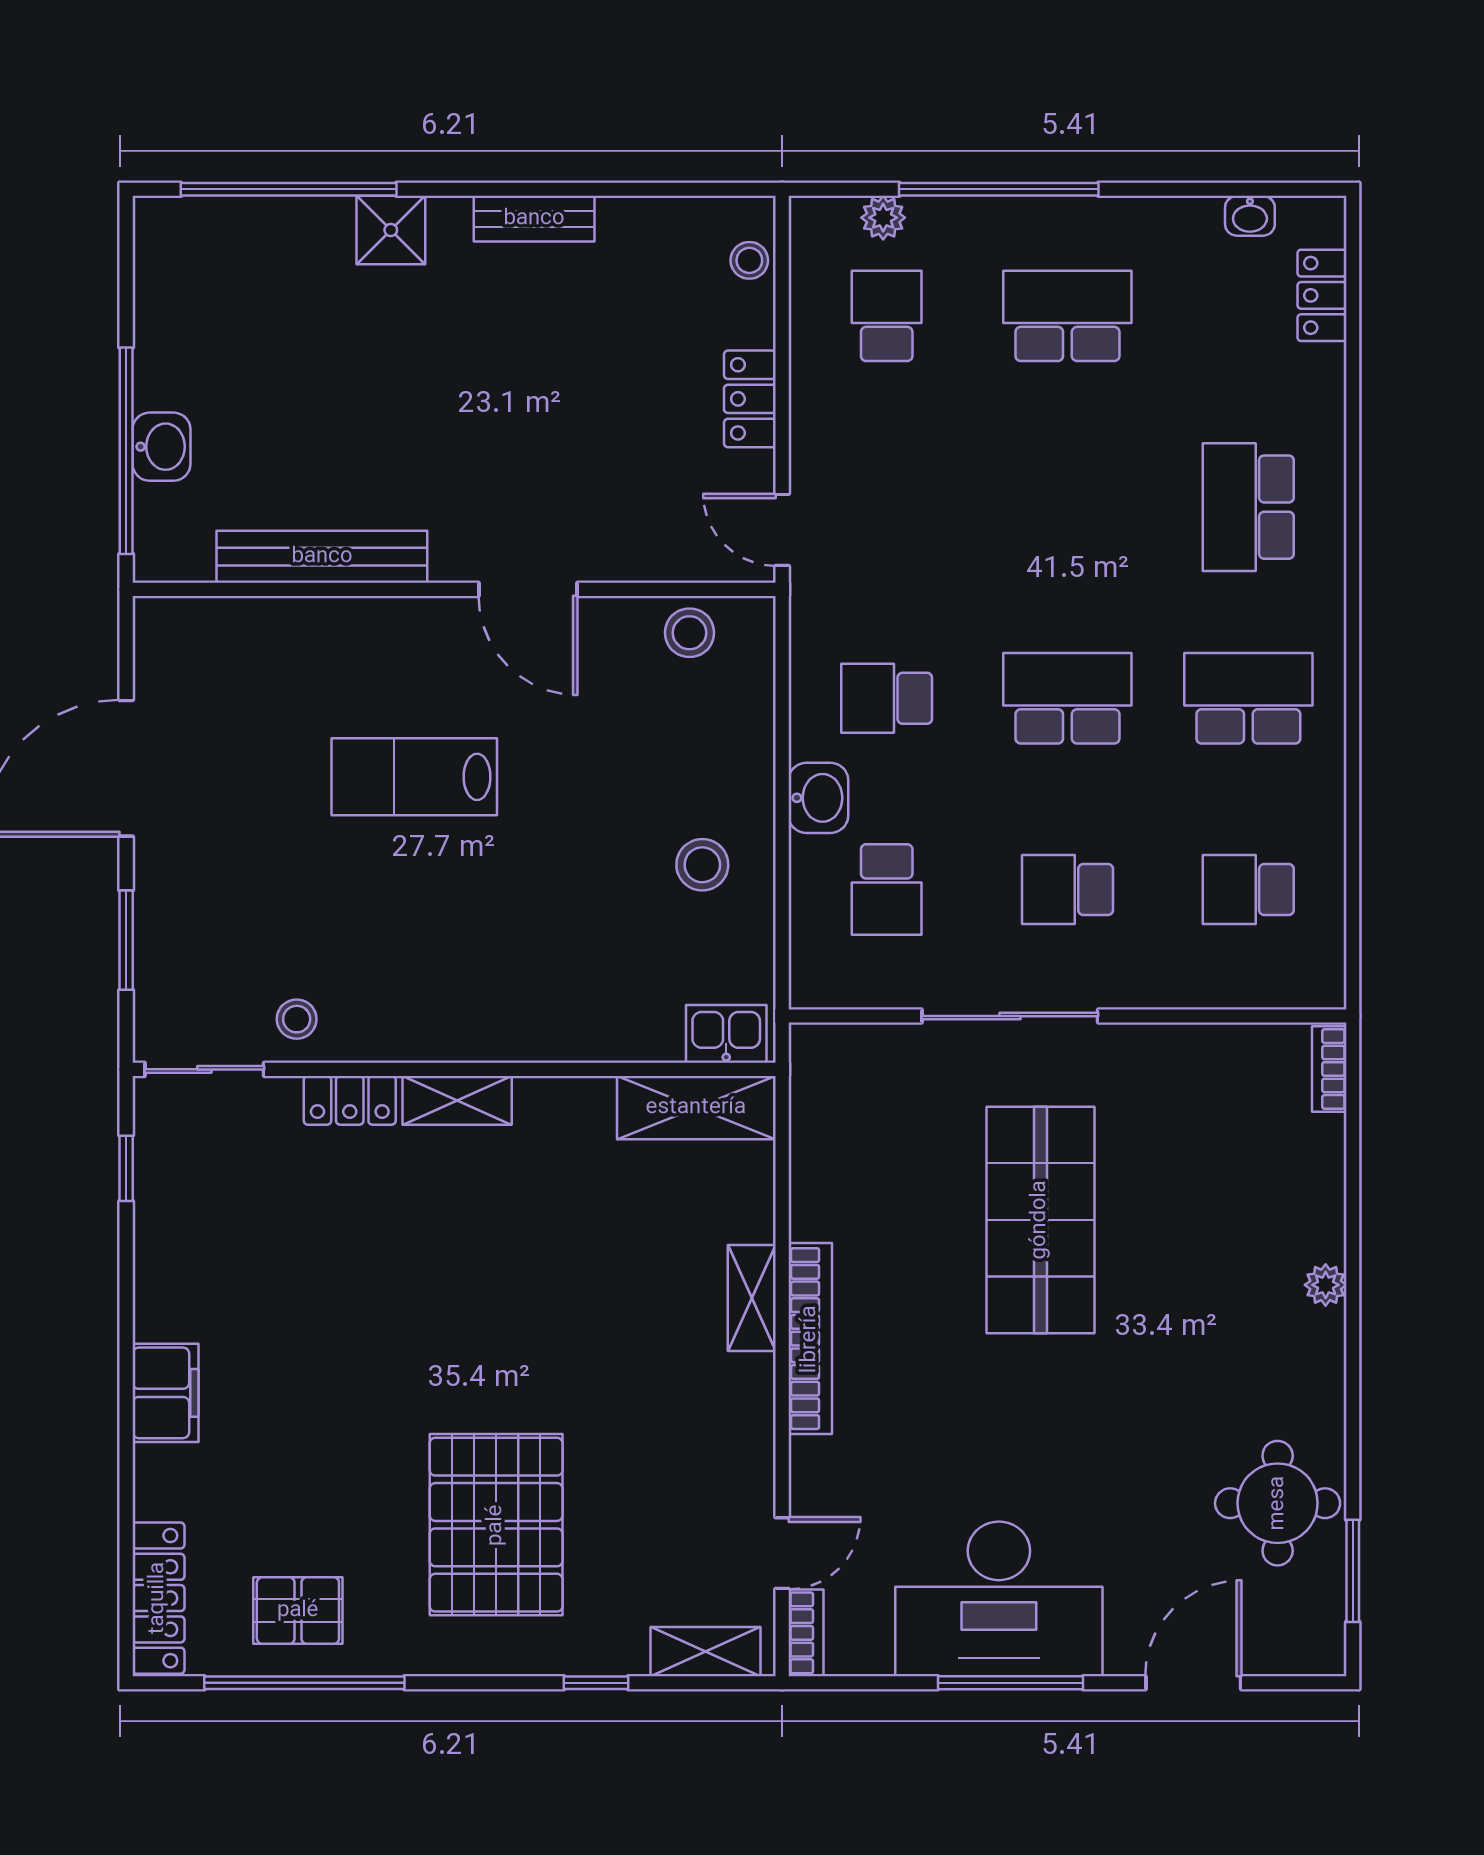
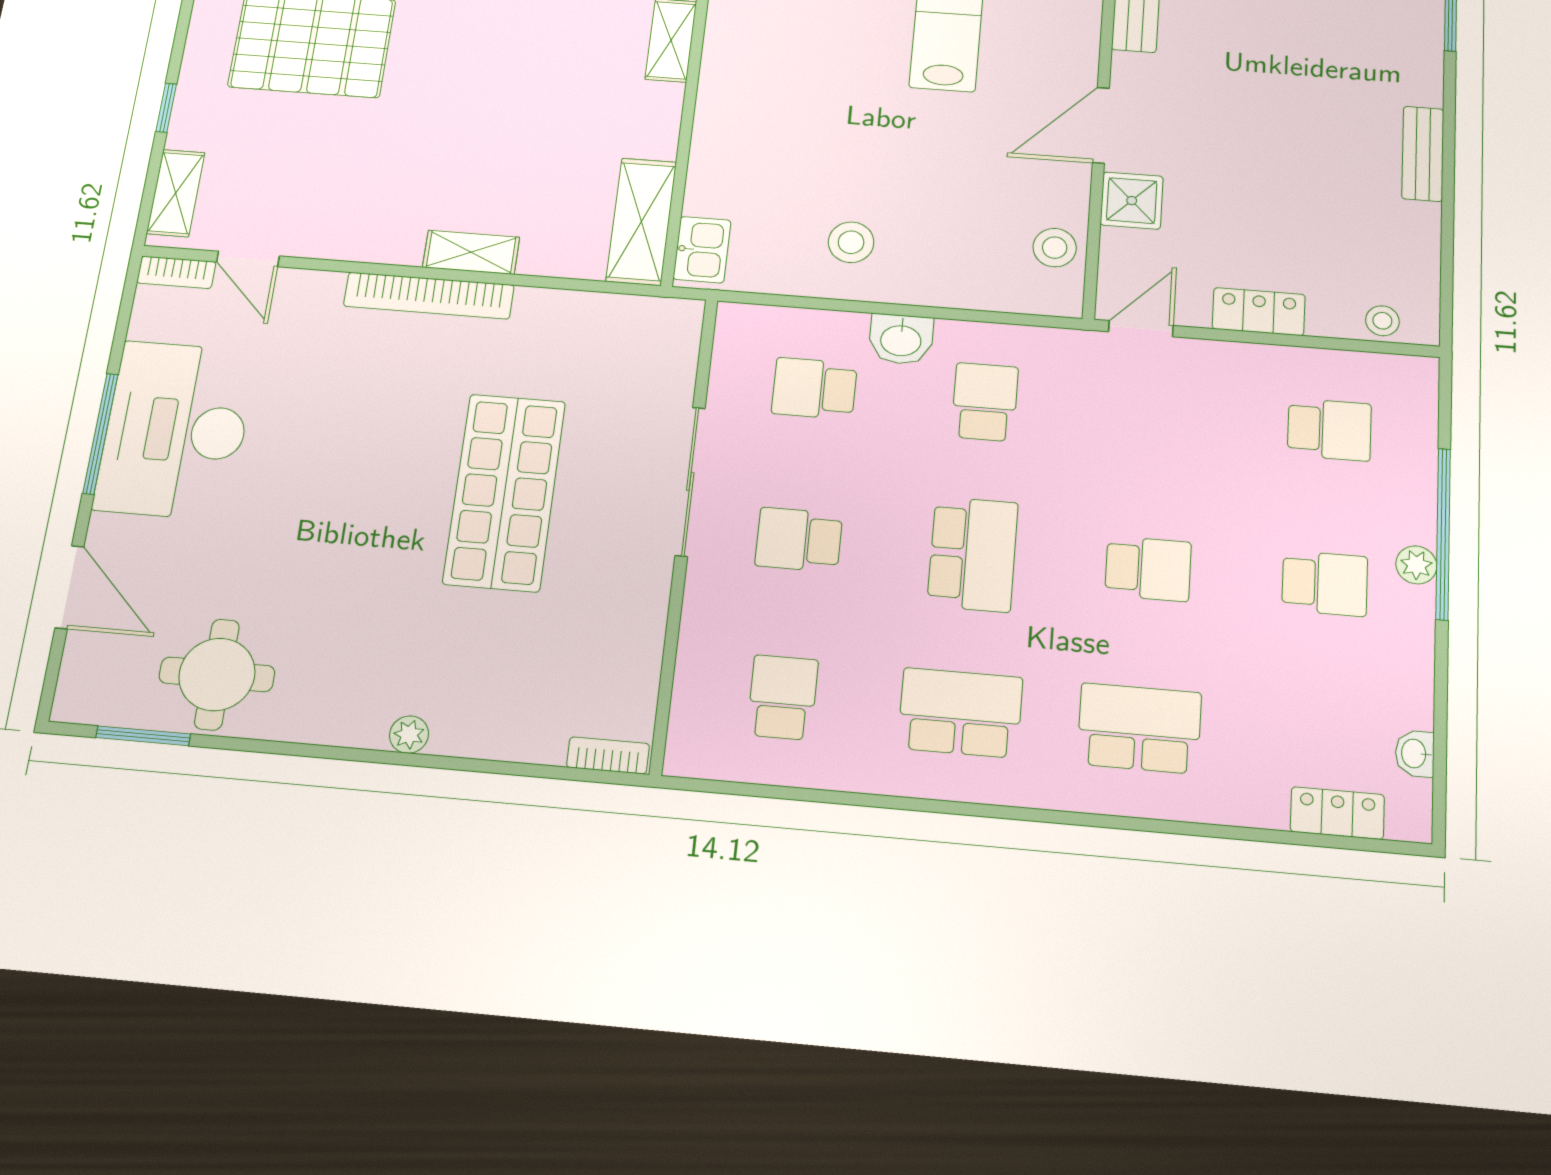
plant: (883, 218) -> (1416, 565), moved
shower: (391, 230) -> (1132, 201), moved
school desk: (1067, 316) -> (1325, 583), width x0.54
school desk: (1067, 507) -> (1148, 569), added
school desk: (1248, 698) -> (960, 713), turned -90
school desk: (1067, 890) -> (799, 540), turned -90
shop shelf: (1040, 1220) -> (504, 492), turned 90

